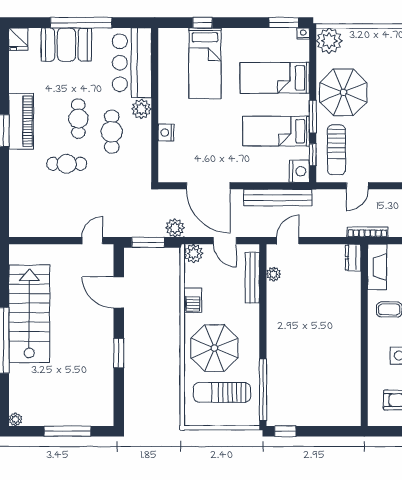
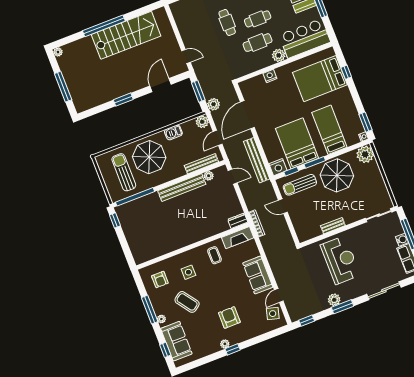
bed: (205, 63) -> (320, 79), width x1.50
bed: (276, 131) -> (297, 143), width x1.50
bench: (275, 319) -> (182, 187), added

